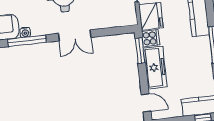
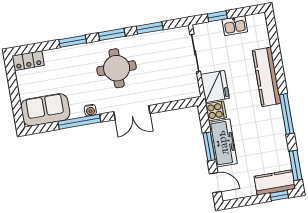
water cooler: (25, 32) -> (90, 110), moved
window: (140, 51) -> (209, 147), moved

